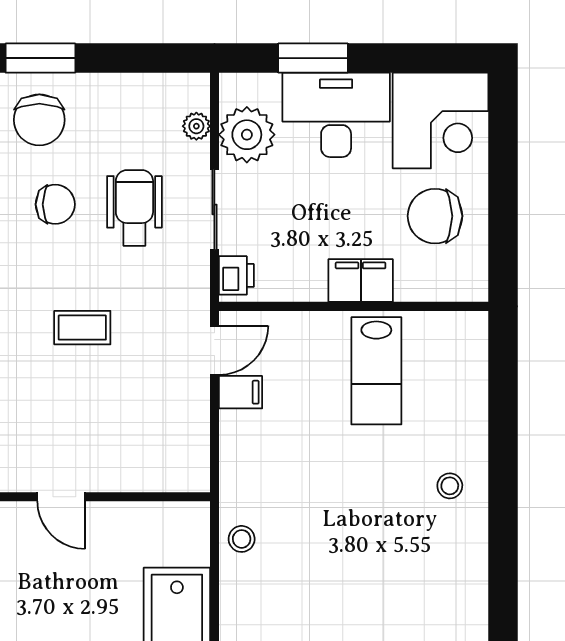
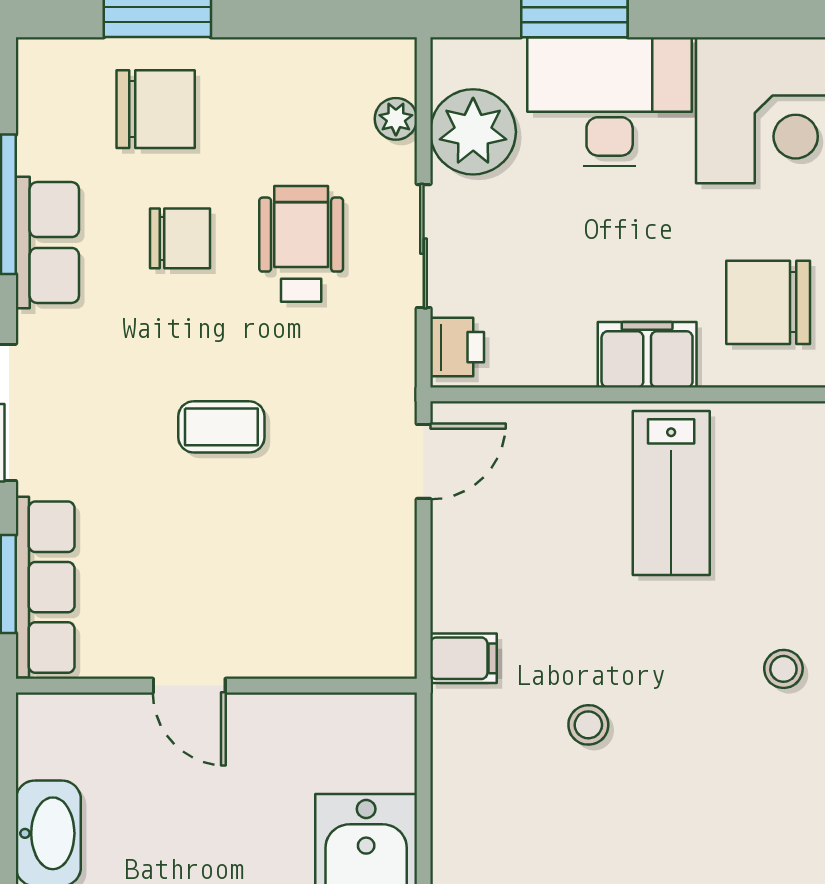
chair: (39, 120) -> (156, 109), turned -90
chair: (435, 216) -> (768, 302), moved
filing cabinet: (241, 392) -> (463, 658), moved
stool: (242, 539) -> (588, 725), moved

